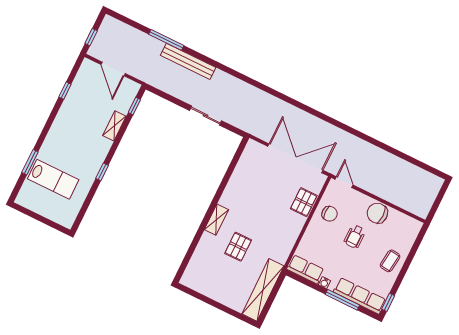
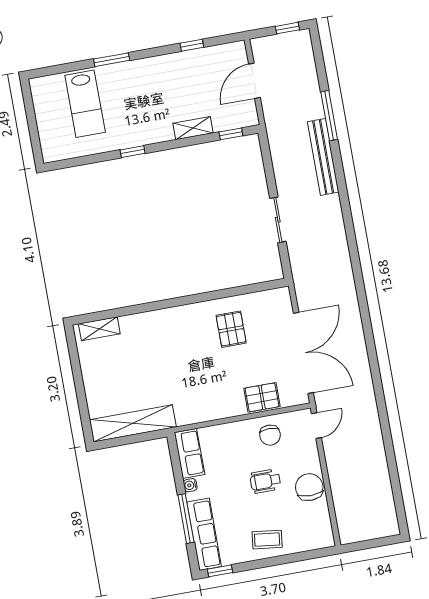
window: (91, 37) -> (287, 28), moved
window: (30, 162) -> (112, 60), moved
shelving: (216, 220) -> (99, 329), moved
pallet: (238, 247) -> (231, 329), moved, turned 90

